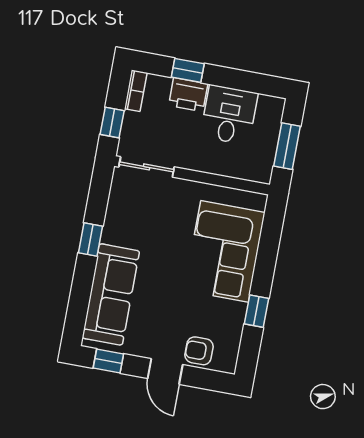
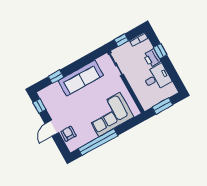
window: (90, 239) -> (56, 77), moved
sofa: (111, 294) -> (81, 78), moved
window: (256, 311) -> (98, 142), width x3.17

